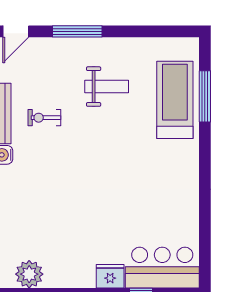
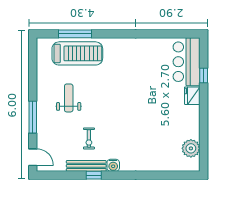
treadmill: (175, 100) -> (77, 53), turned 180

